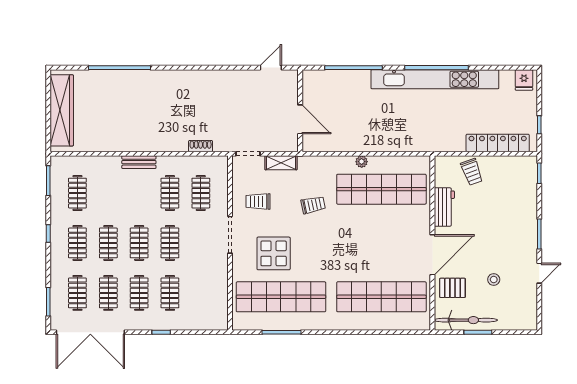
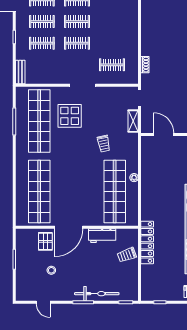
door: (300, 119) -> (164, 134), swing flipped
locker: (498, 143) -> (147, 242), moved
bench: (139, 162) -> (20, 72), moved
clothes rail: (170, 193) -> (112, 43), removed
trolley: (258, 201) -> (106, 105), removed
door: (432, 255) -> (69, 227), hinge flipped
door: (539, 273) -> (43, 302), moved
bicycle: (466, 320) -> (97, 294), moved, turned -90

